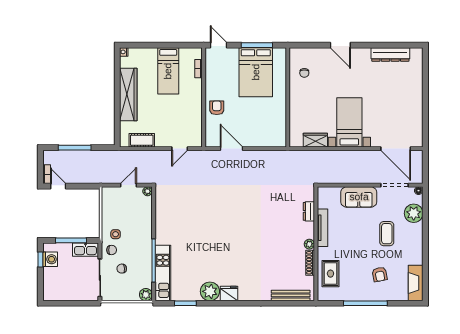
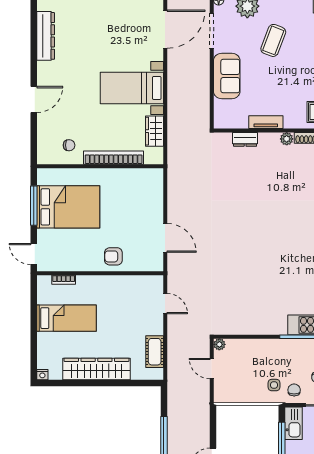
door: (219, 45) -> (34, 254), hinge flipped
bookcase: (295, 108) -> (114, 158), added
door: (231, 149) -> (165, 238), swing flipped
tv unit: (322, 228) -> (266, 122), width x0.71
coffee table: (387, 234) -> (273, 40), turned -69

